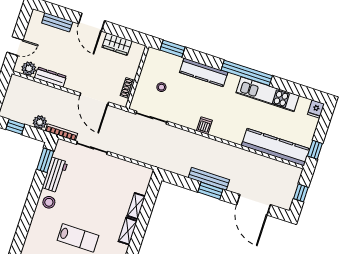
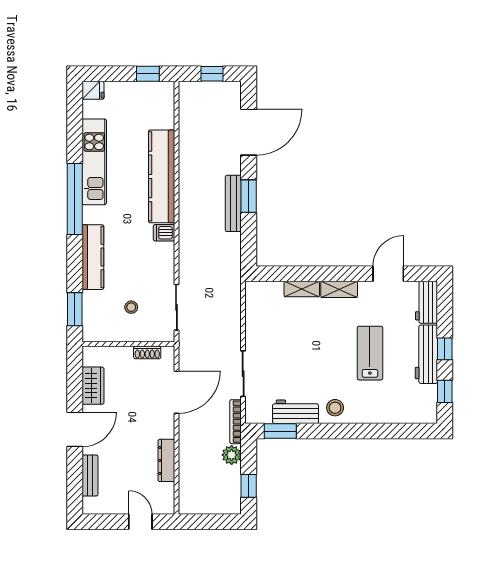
plant: (29, 69) -> (164, 493), removed
kitchen counter: (276, 147) -> (162, 176), moved

